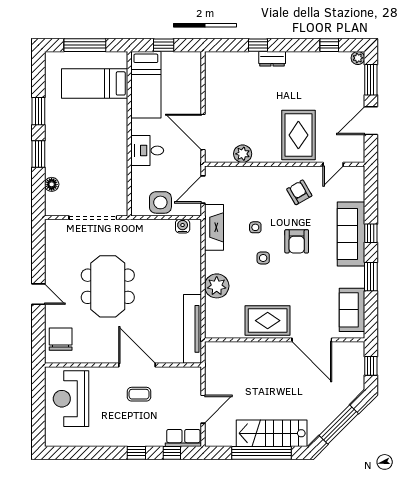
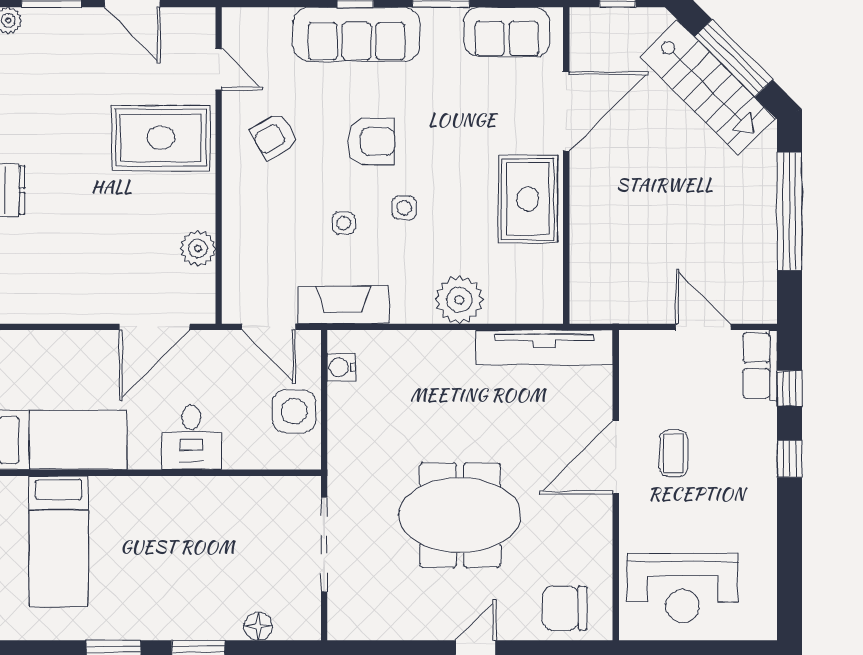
stairs: (272, 433) -> (708, 87), moved, turned -45

